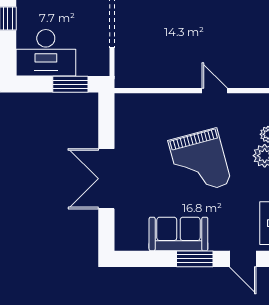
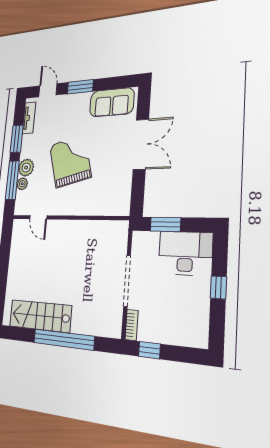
door: (215, 91) -> (38, 217), moved
sofa: (178, 234) -> (112, 102), moved

